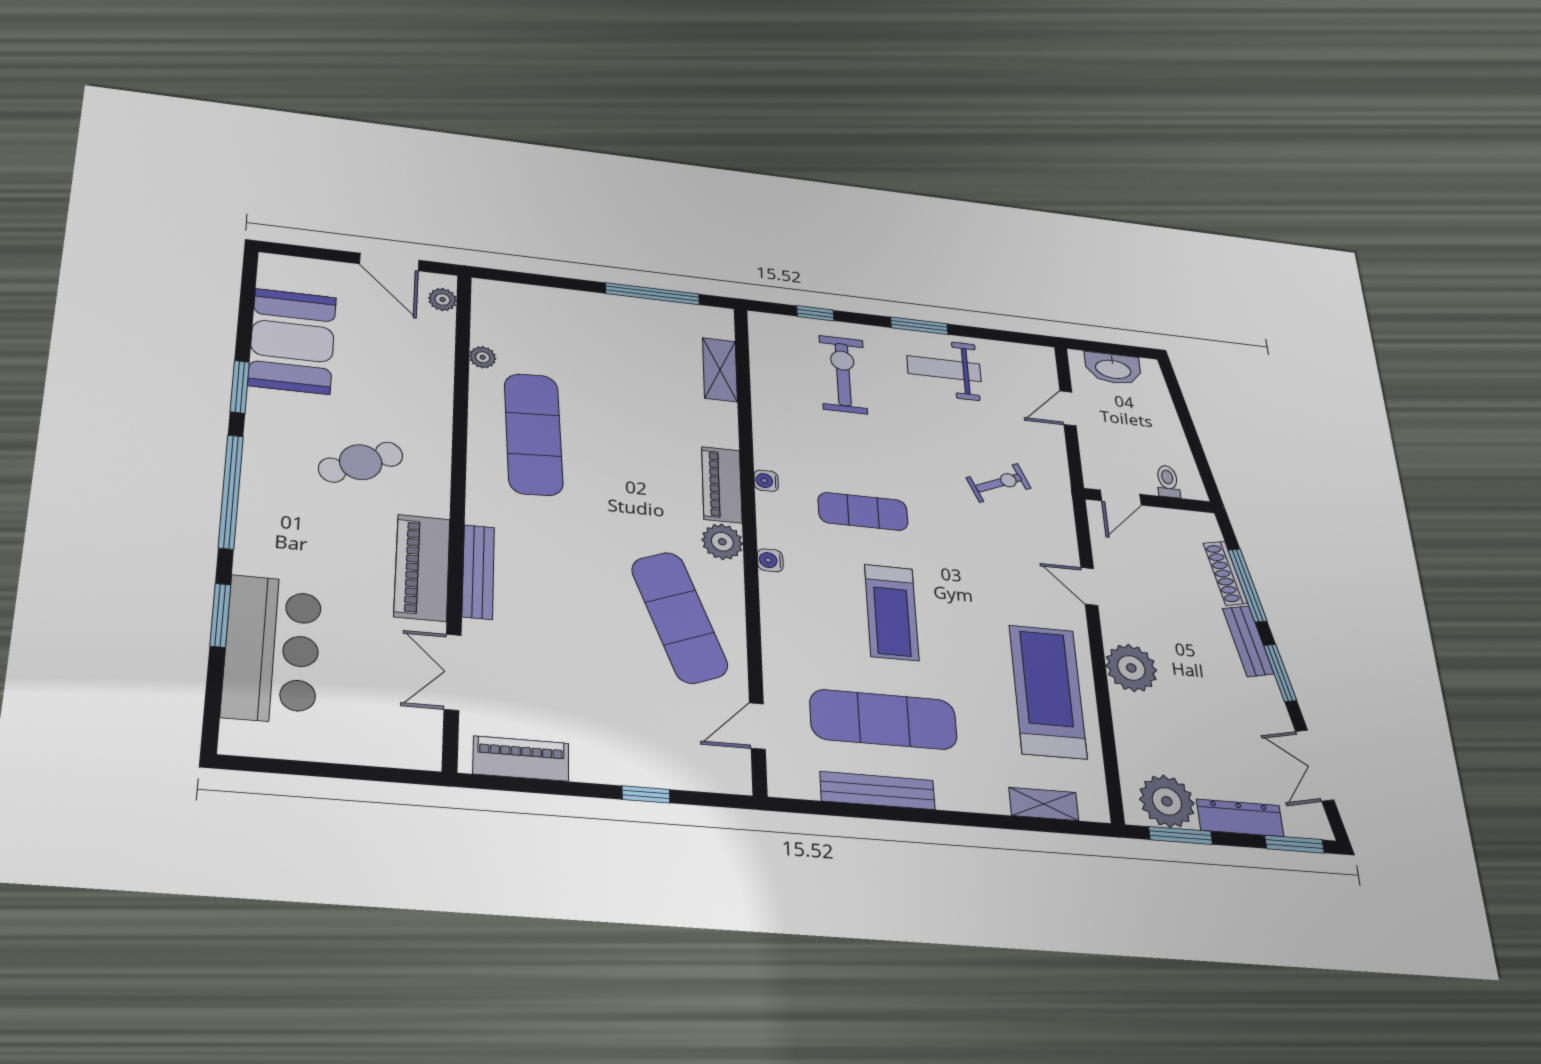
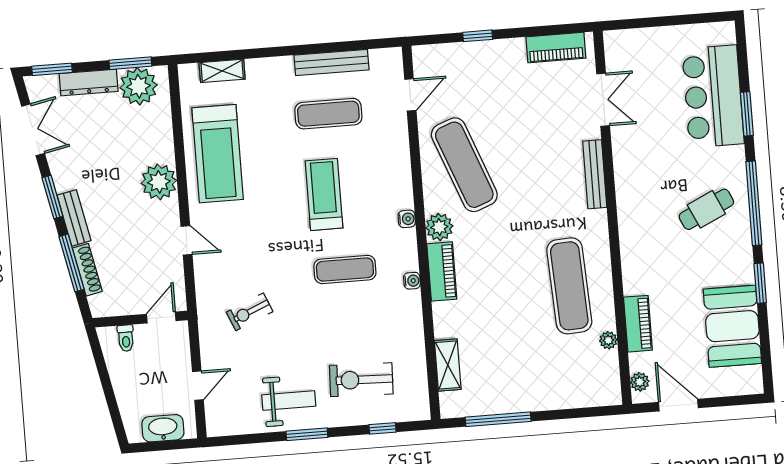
exercise bike: (843, 375) -> (361, 380), turned 92
cafe table: (361, 462) -> (706, 209), moved
piano: (422, 568) -> (638, 324), moved, width x0.73, depth x0.75
exercise mat: (884, 720) -> (328, 114), width x0.73, depth x0.69

